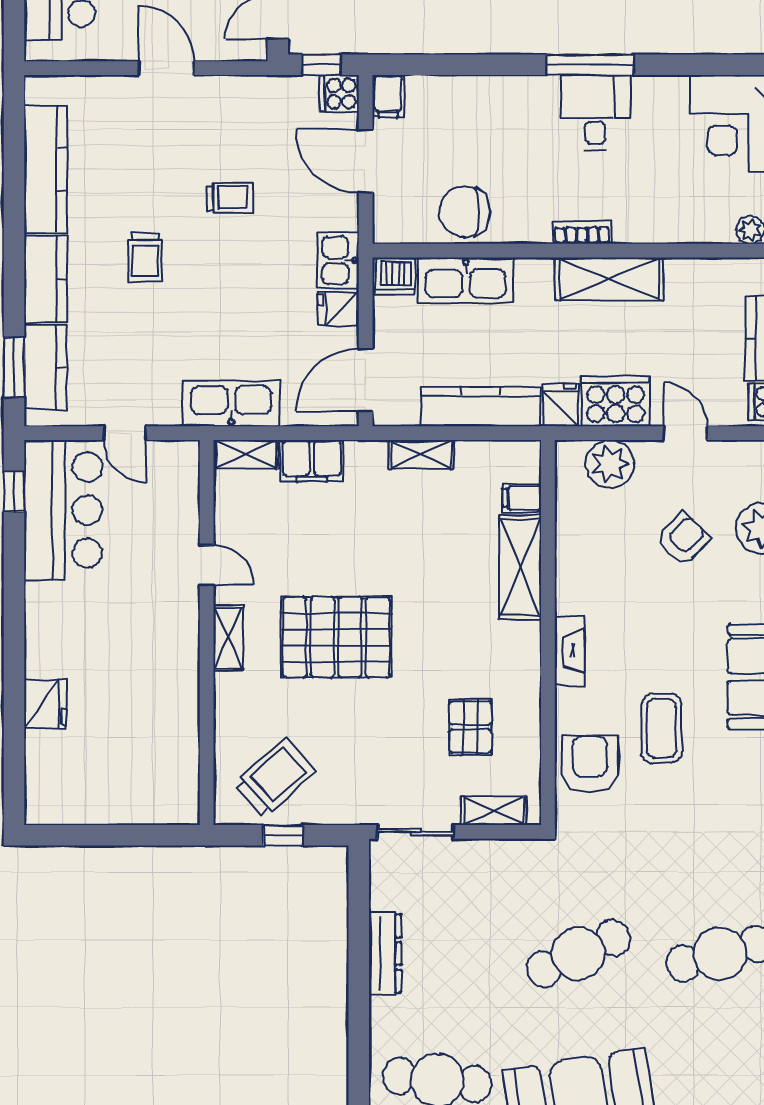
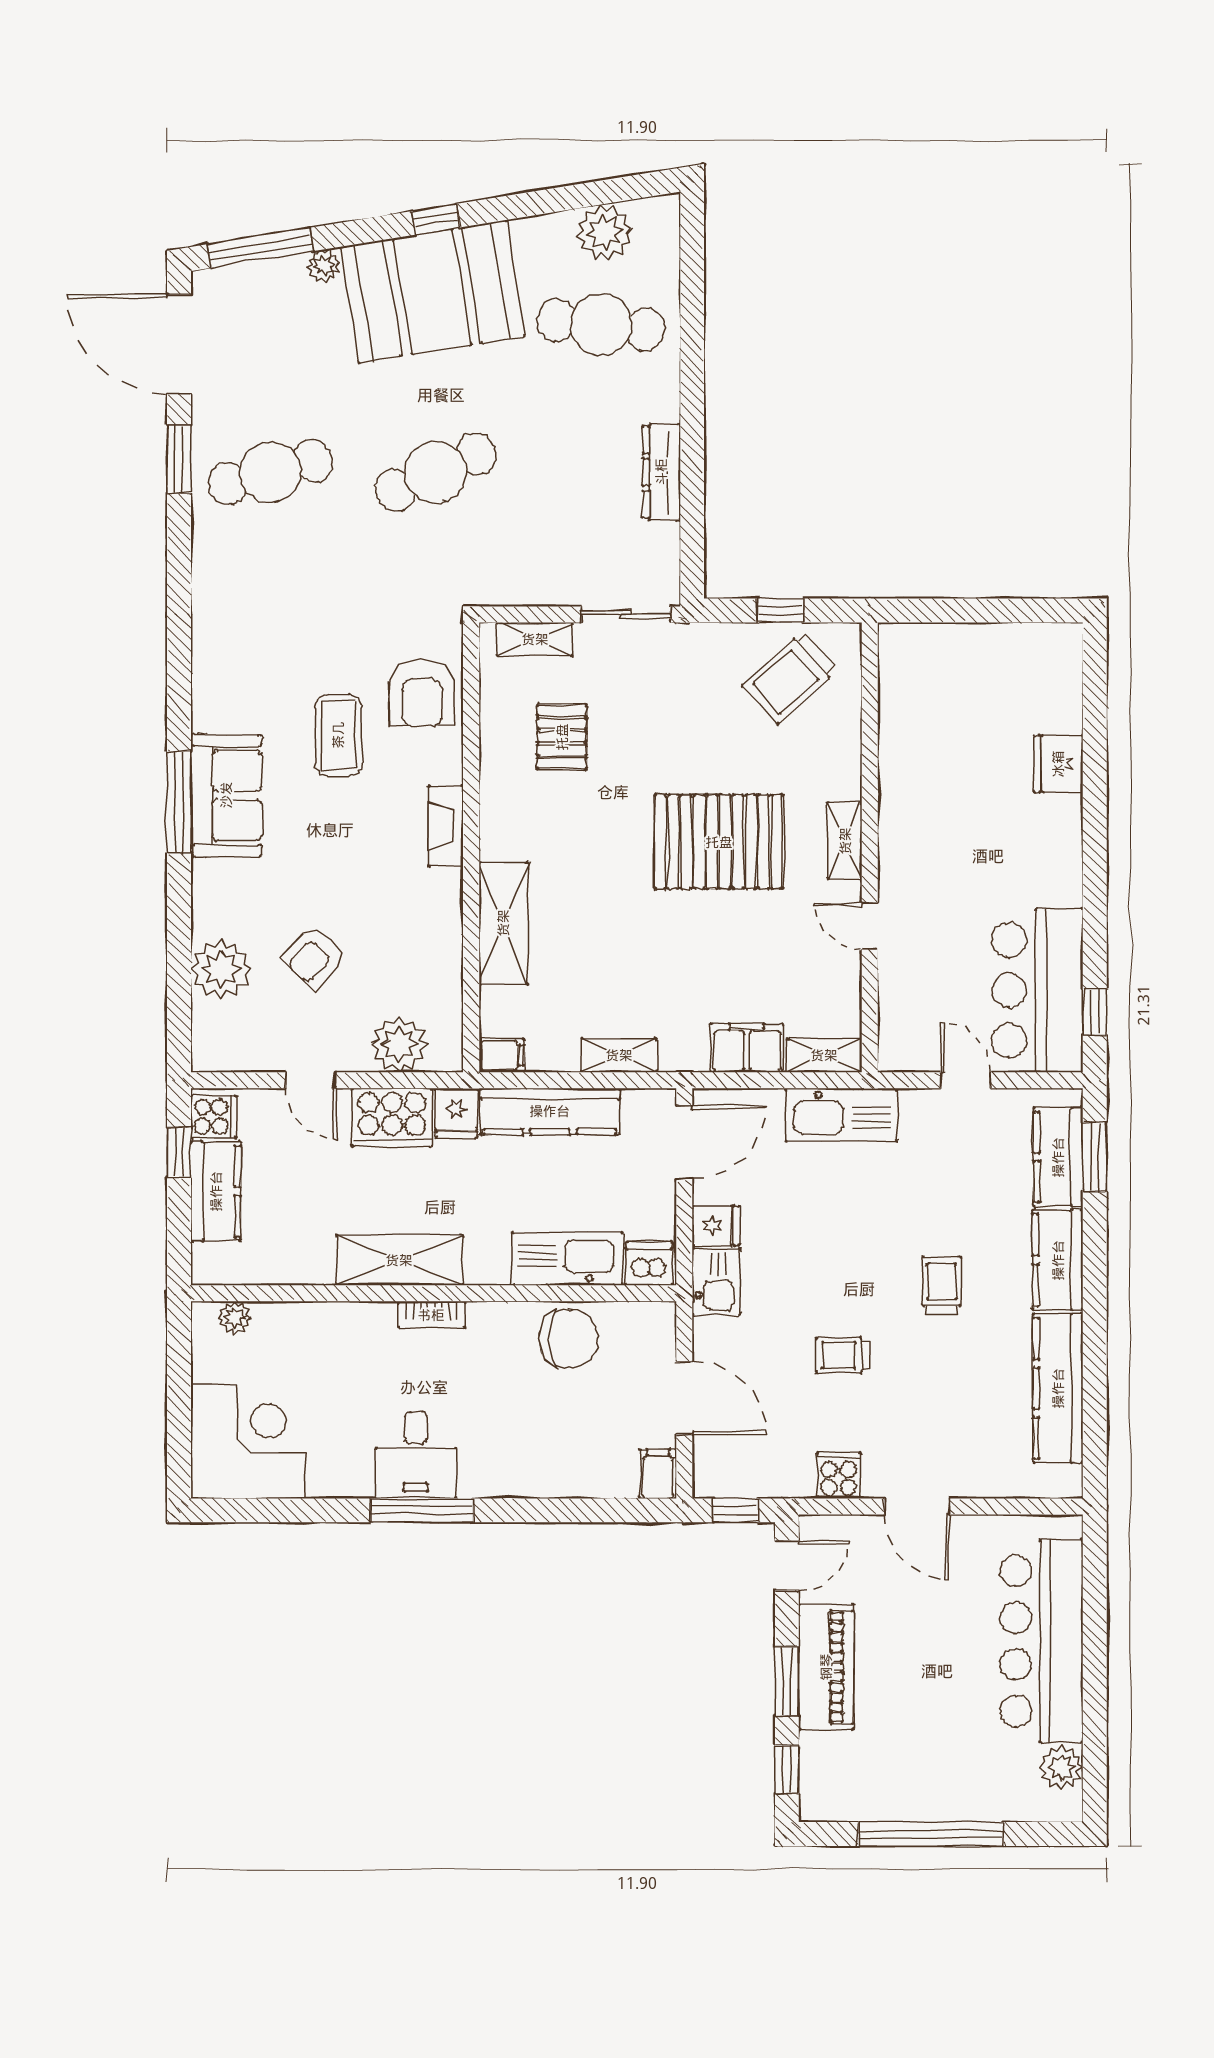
cooker: (339, 94) -> (839, 1476), moved, turned -90
filing cabinet: (522, 498) -> (502, 1055), moved

